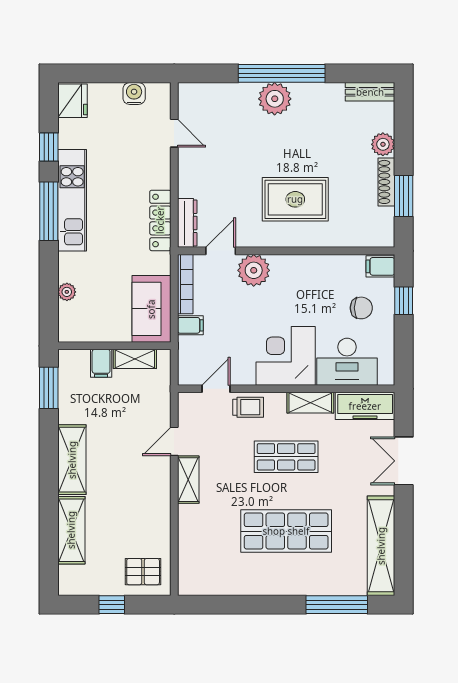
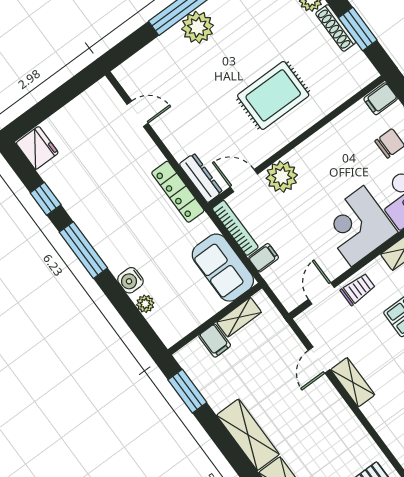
water cooler: (134, 93) -> (130, 280), moved, turned -90
kitchen unit: (72, 200) -> (96, 227), removed
door: (221, 251) -> (244, 181), hinge flipped

